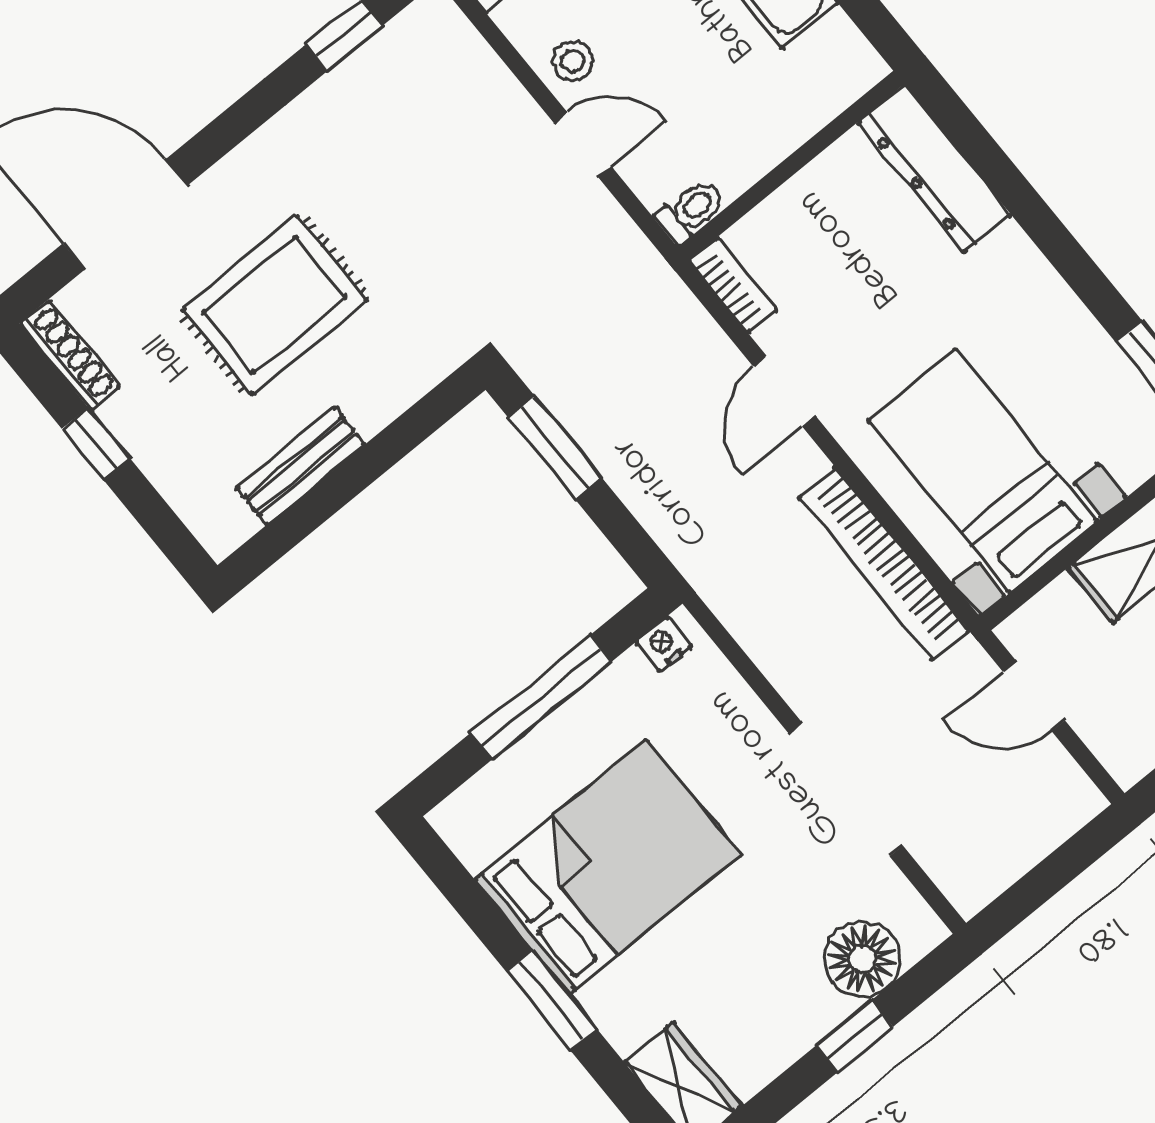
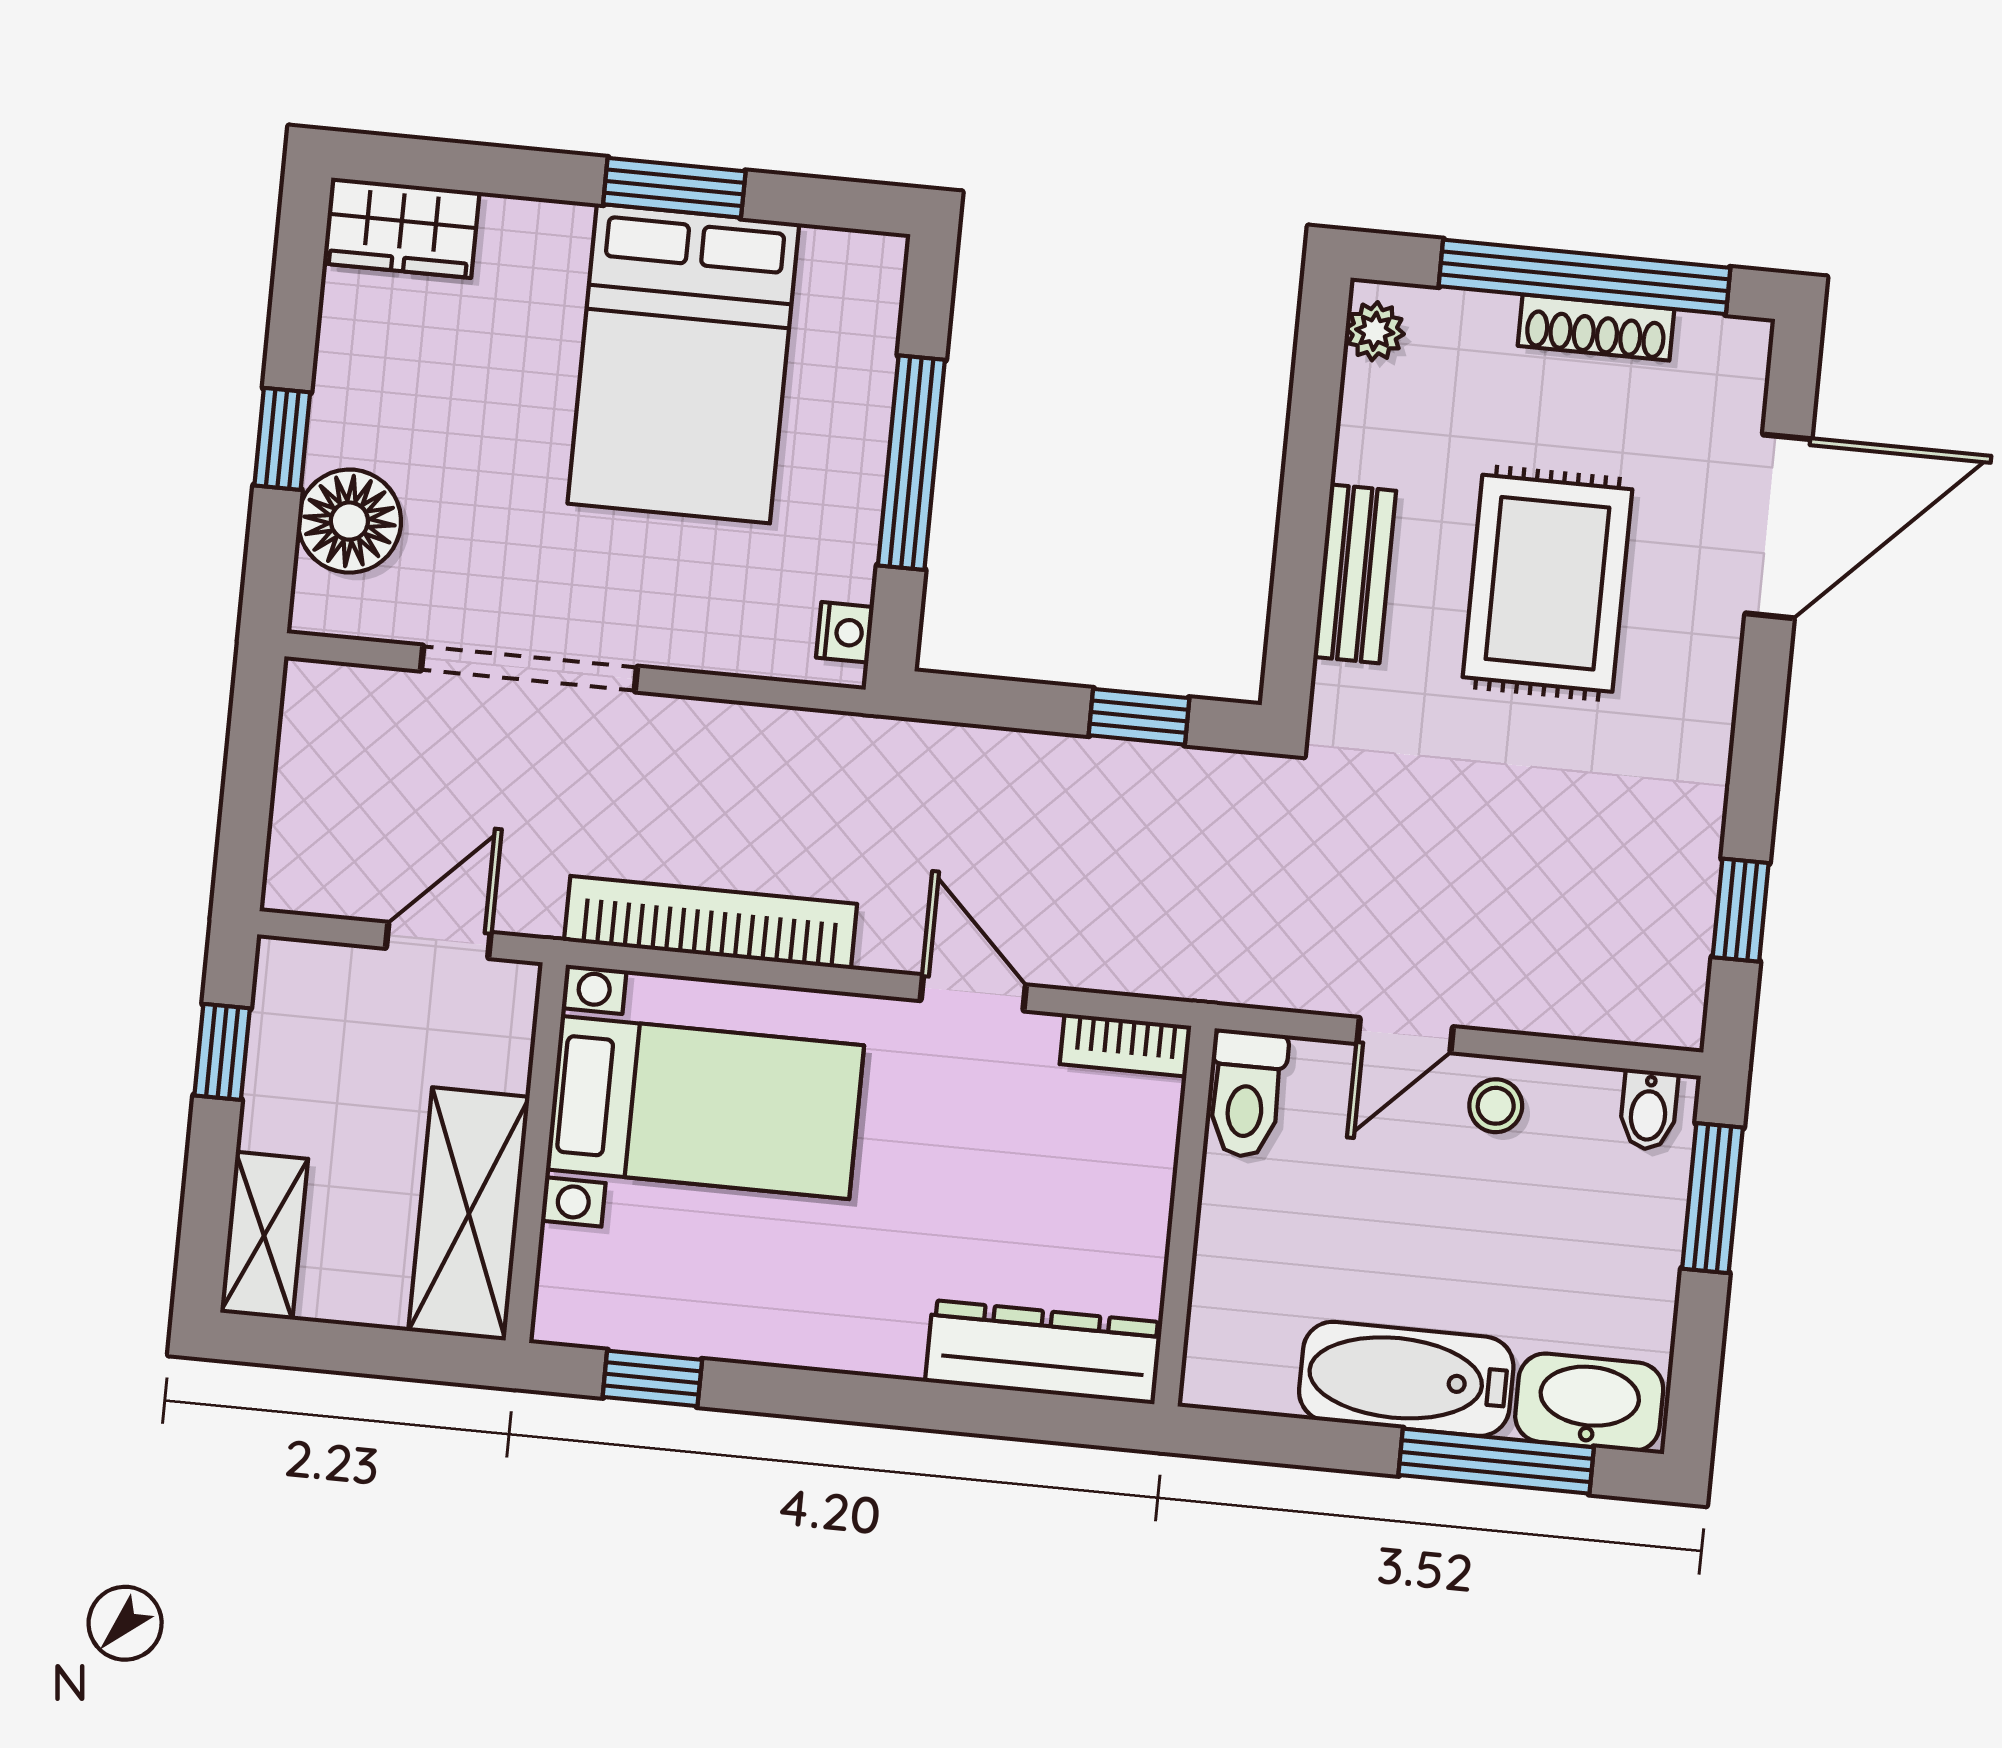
toilet: (690, 211) -> (1246, 1094), width x1.37, depth x1.39
shoe rack: (70, 355) -> (1596, 328), moved
window: (96, 444) -> (1585, 277), width x3.17
window: (555, 448) -> (1139, 717), width x0.67
bench: (301, 466) -> (1355, 574), moved
plant: (233, 525) -> (1375, 331), added
window: (552, 1000) -> (674, 188), moved

